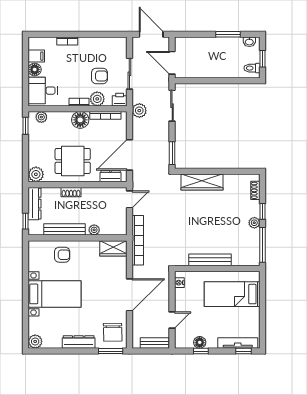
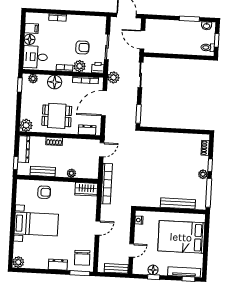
floor lamp: (80, 120) -> (55, 82), moved
door: (129, 155) -> (104, 103), moved
wardrobe: (202, 182) -> (162, 139), removed
bench: (65, 229) -> (43, 171), width x0.73
bench: (210, 260) -> (178, 203), moved
bed: (232, 294) -> (181, 237), width x1.50
door: (129, 295) -> (98, 228), width x0.53
dresser: (79, 342) -> (58, 265), width x0.70

